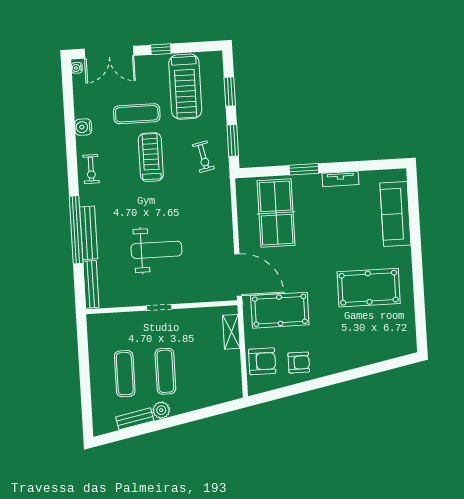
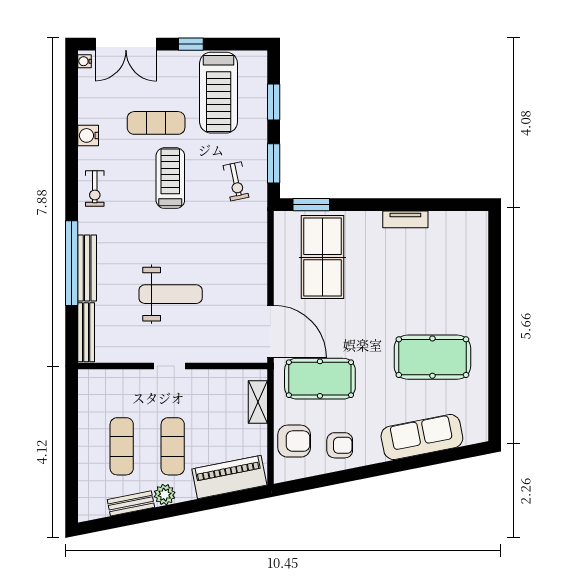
window: (304, 169) -> (311, 205), moved
sofa: (395, 214) -> (422, 437), moved, turned 79
piano: (212, 393) -> (229, 477), added

